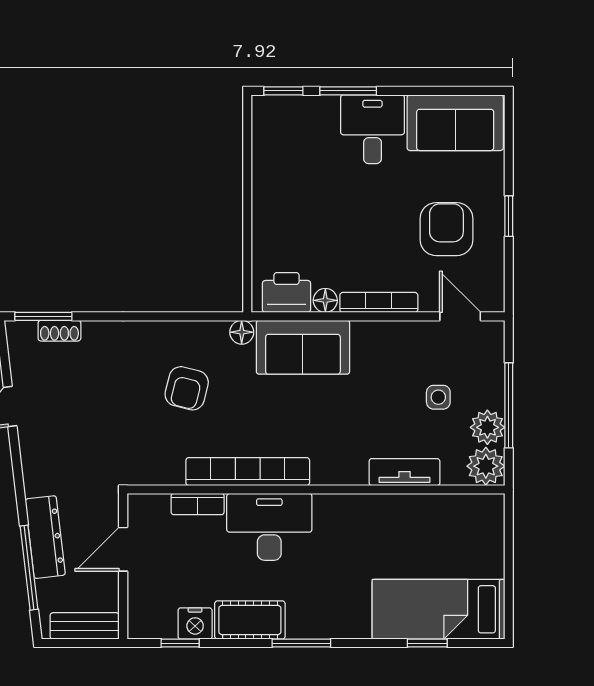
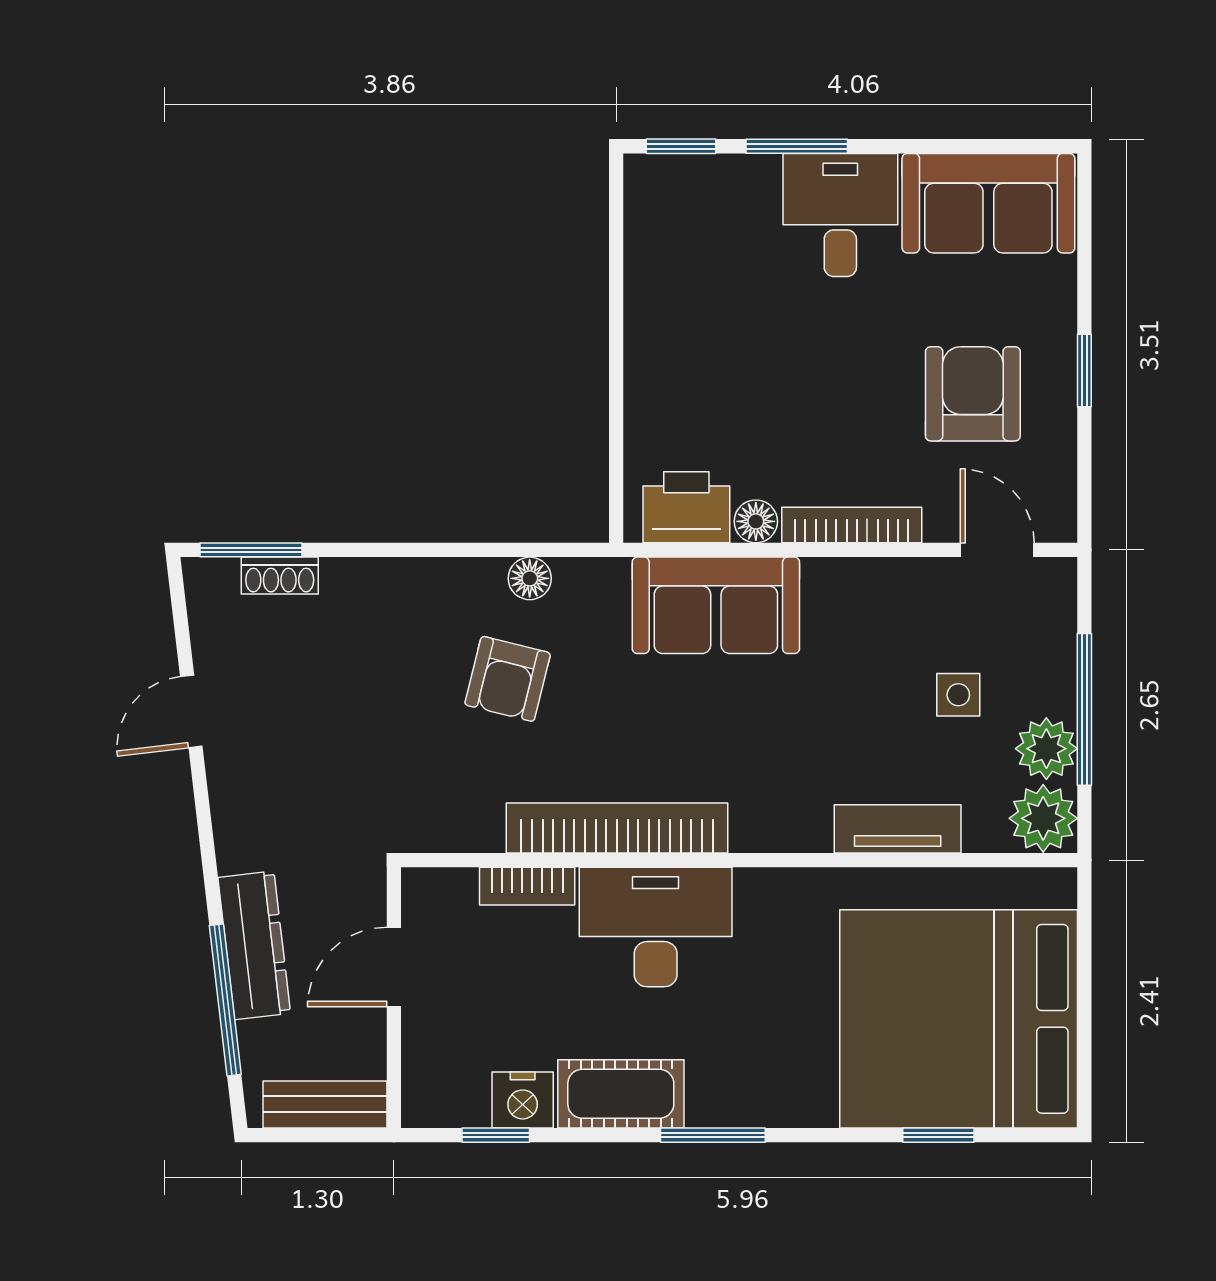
floor lamp: (242, 332) -> (530, 578), moved
bed: (438, 609) -> (959, 1019), width x2.04

